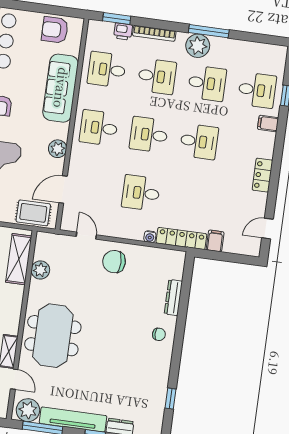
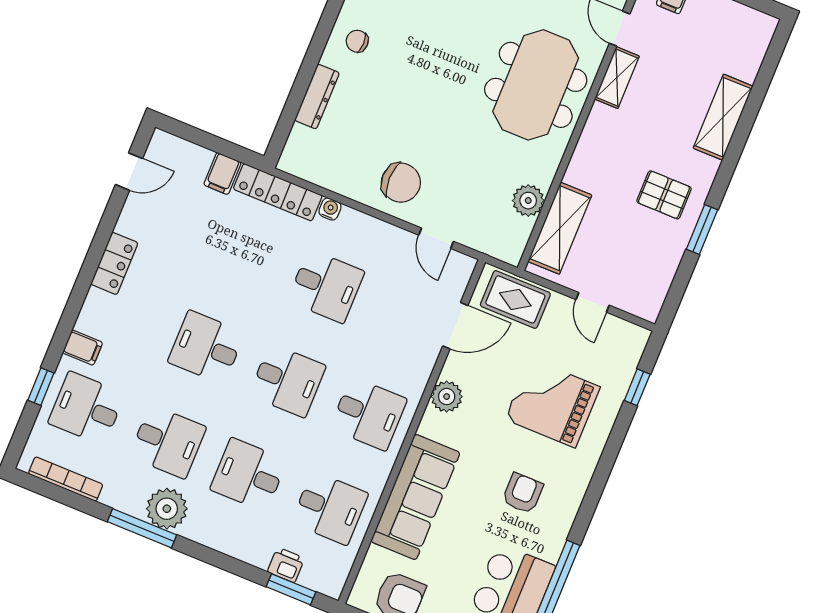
bookcase: (154, 33) -> (66, 479), moved
desk: (207, 83) -> (168, 442), turned 180

